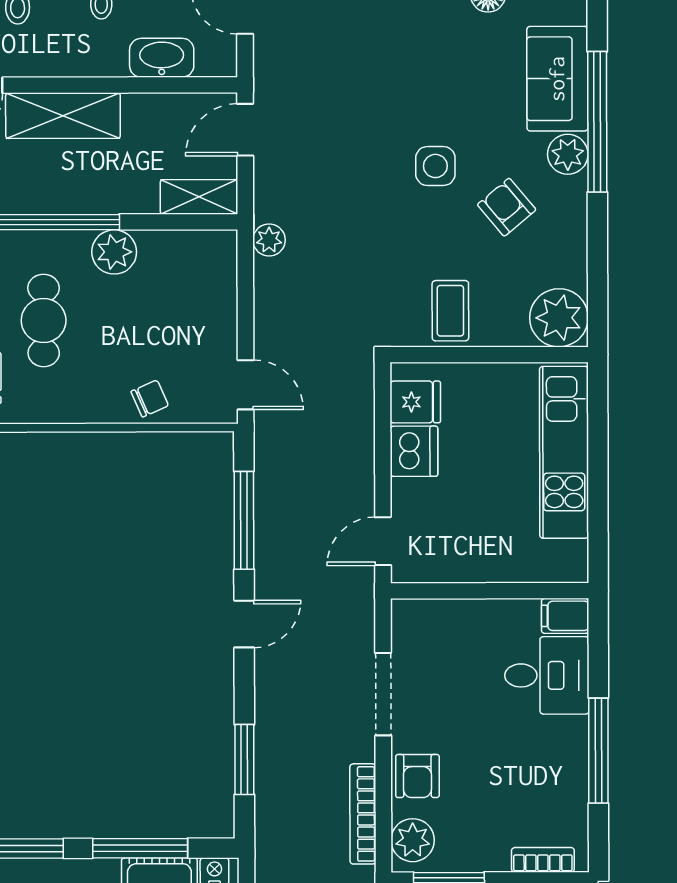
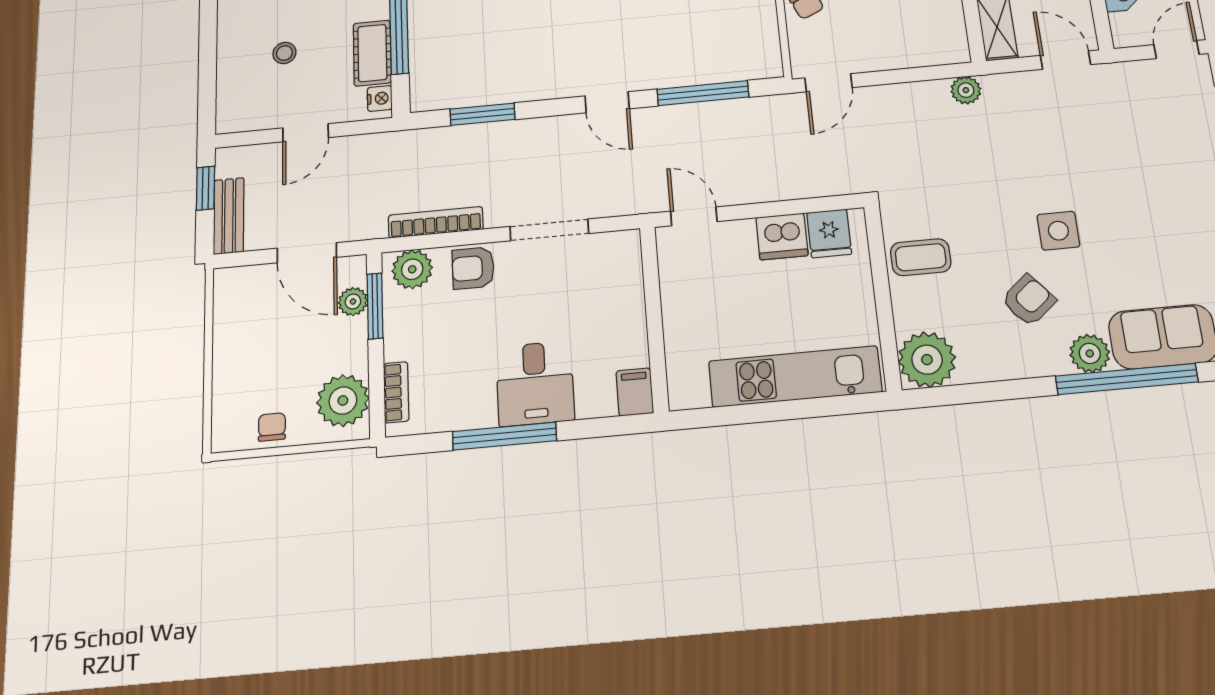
desk: (547, 675) -> (535, 383), moved

